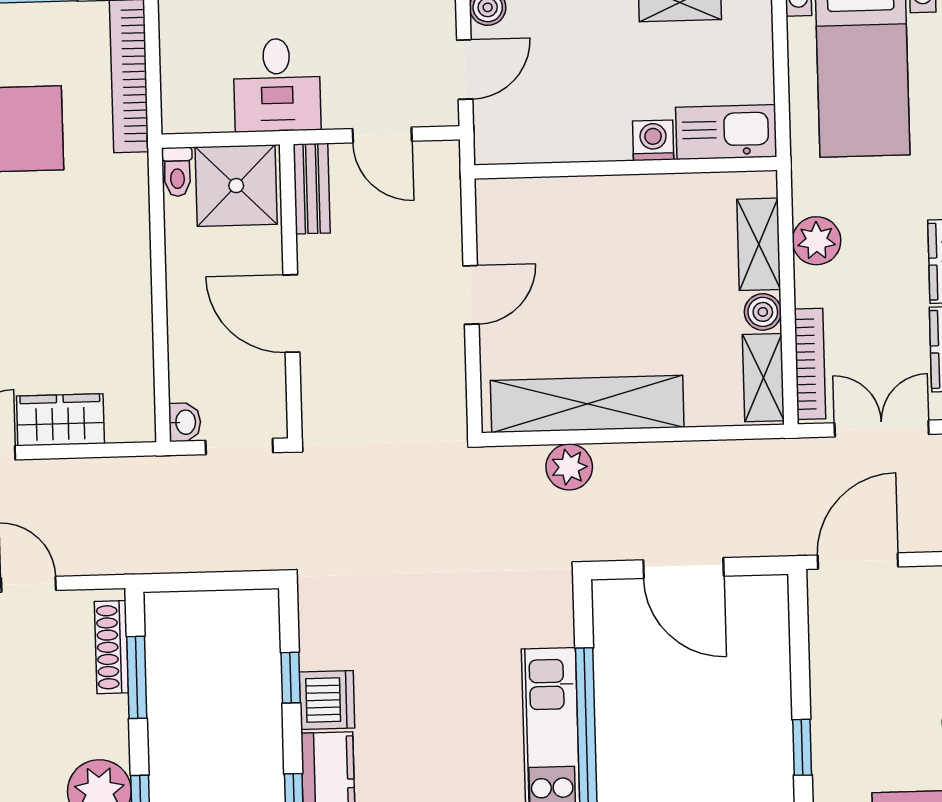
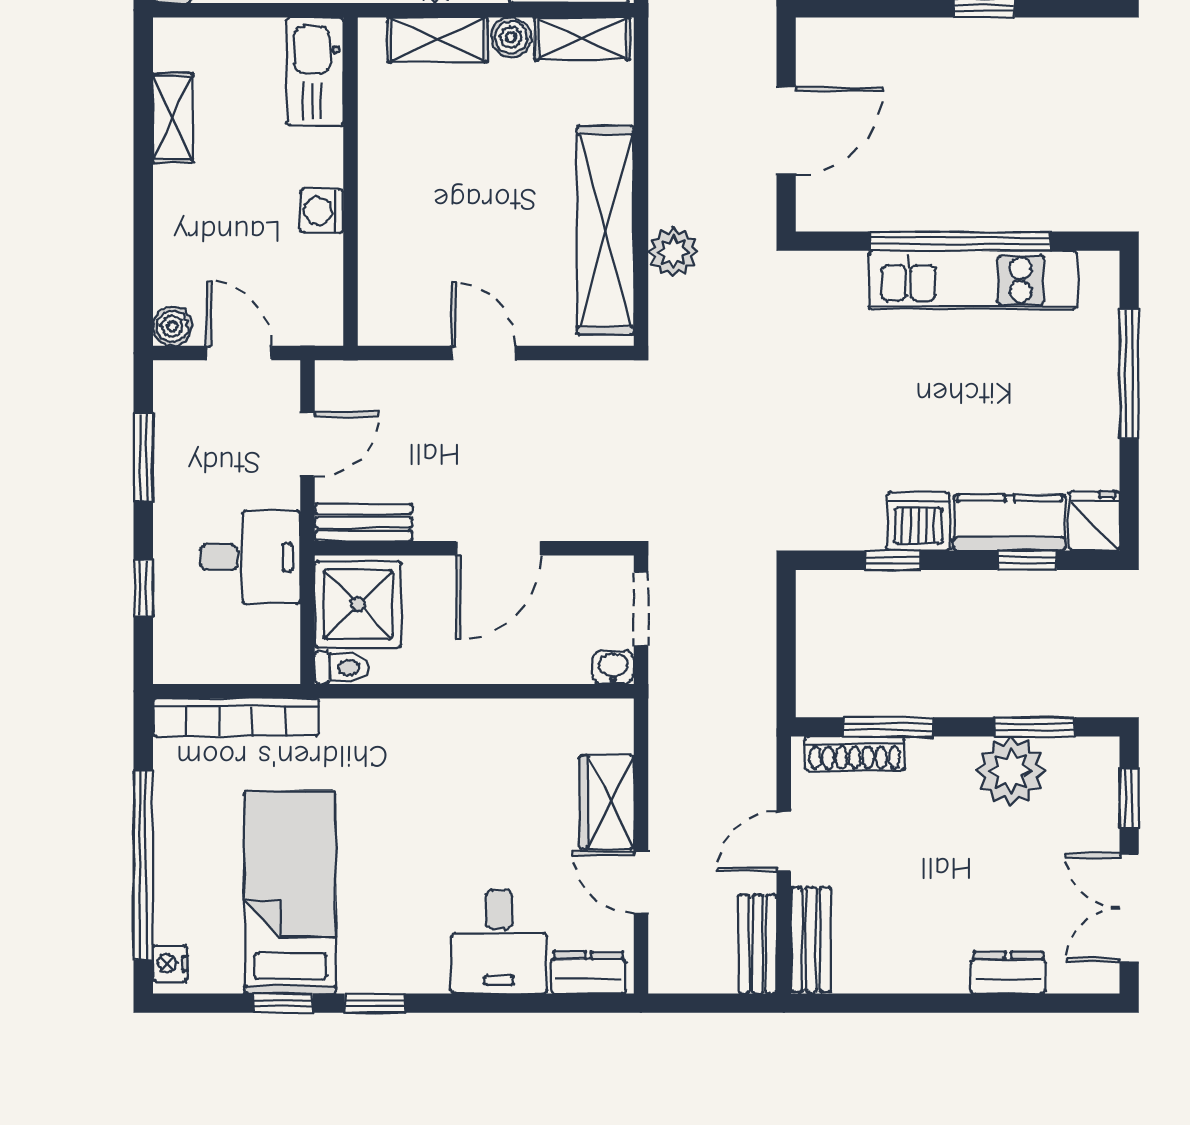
washing machine: (653, 140) -> (322, 211), moved

